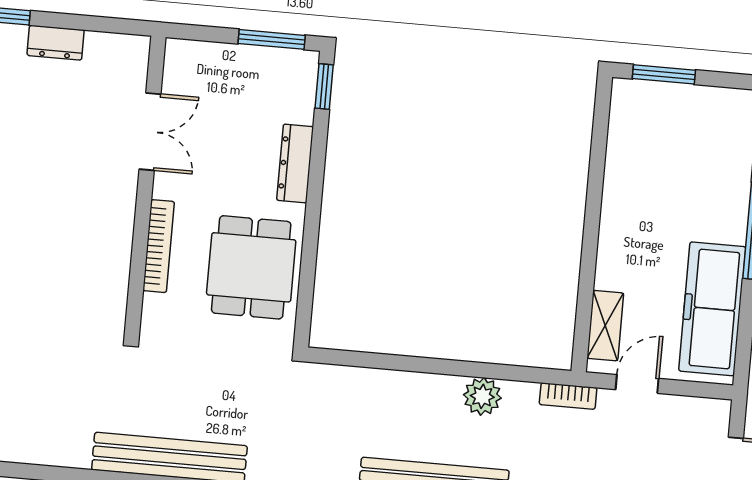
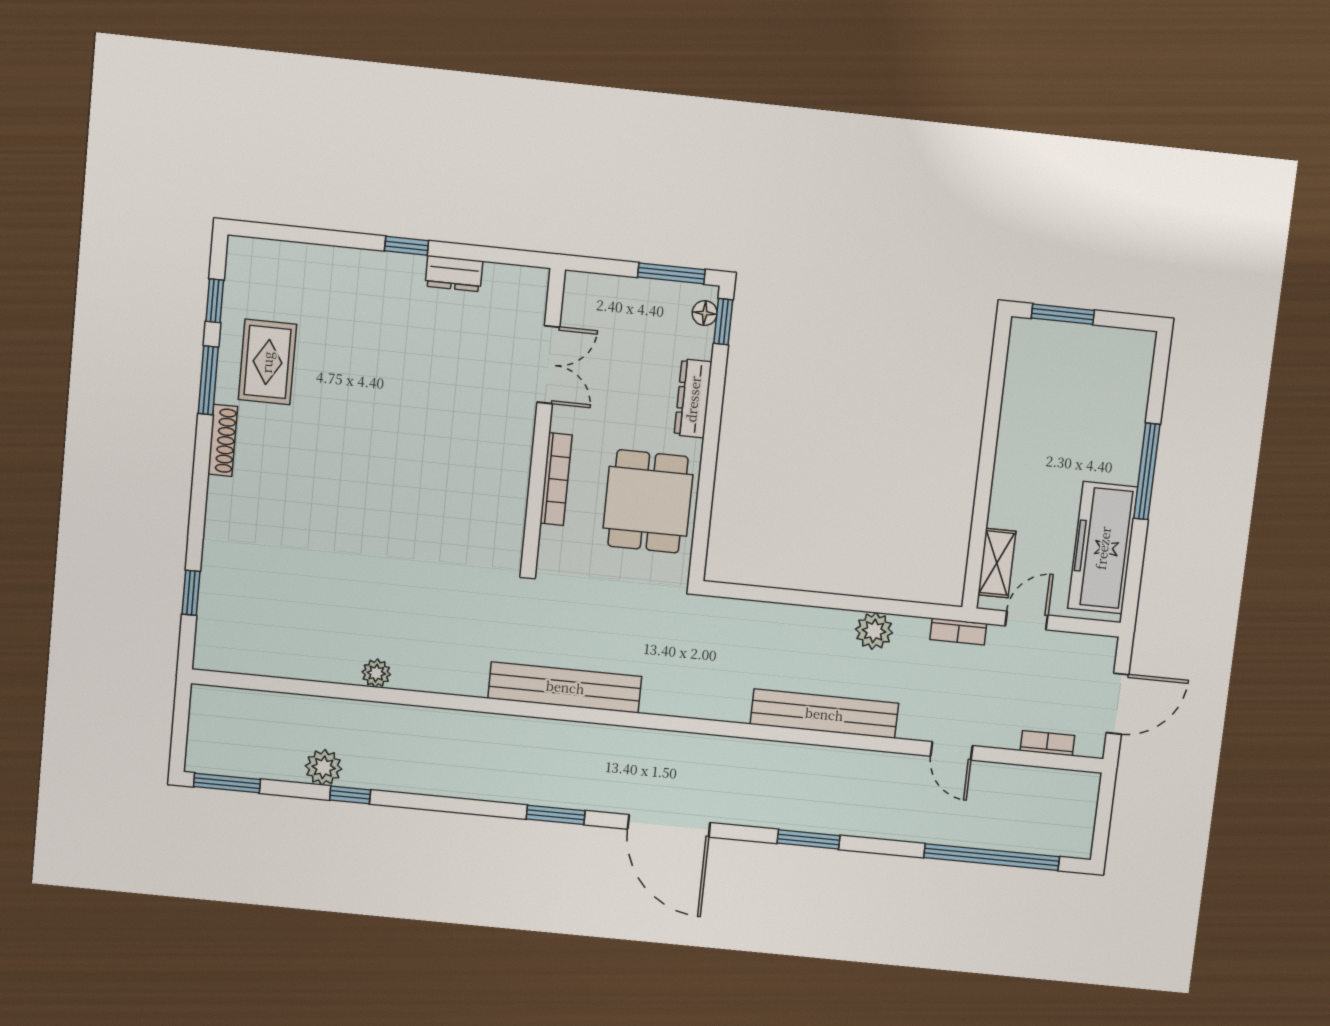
floor lamp: (305, 78) -> (705, 313), added

